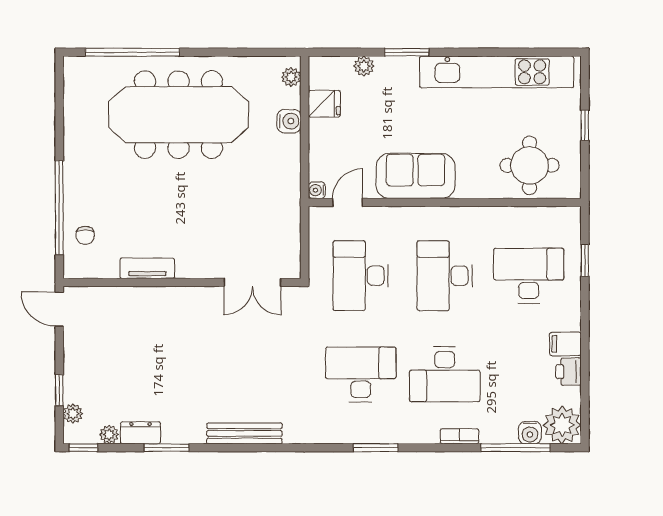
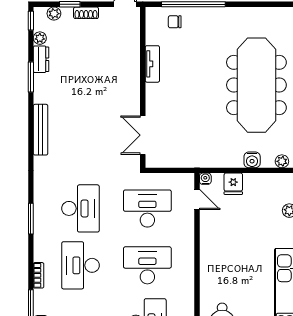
fridge: (324, 104) -> (233, 184), moved
sofa: (416, 176) -> (215, 246), removed
shoe rack: (72, 366) -> (86, 13), added

